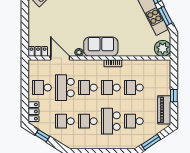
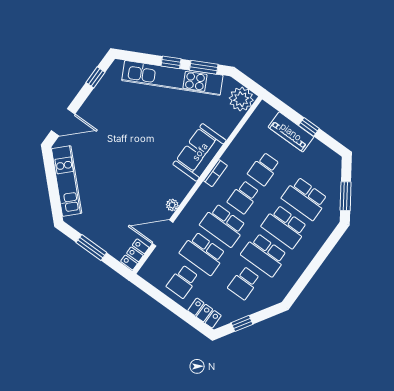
window: (25, 25) -> (91, 248), added
sofa: (101, 47) -> (200, 152), moved
school desk: (88, 88) -> (223, 225), width x1.85
piano: (164, 110) -> (291, 132), moved
school desk: (88, 121) -> (264, 255), width x1.85
school desk: (134, 121) -> (305, 199), width x1.85

